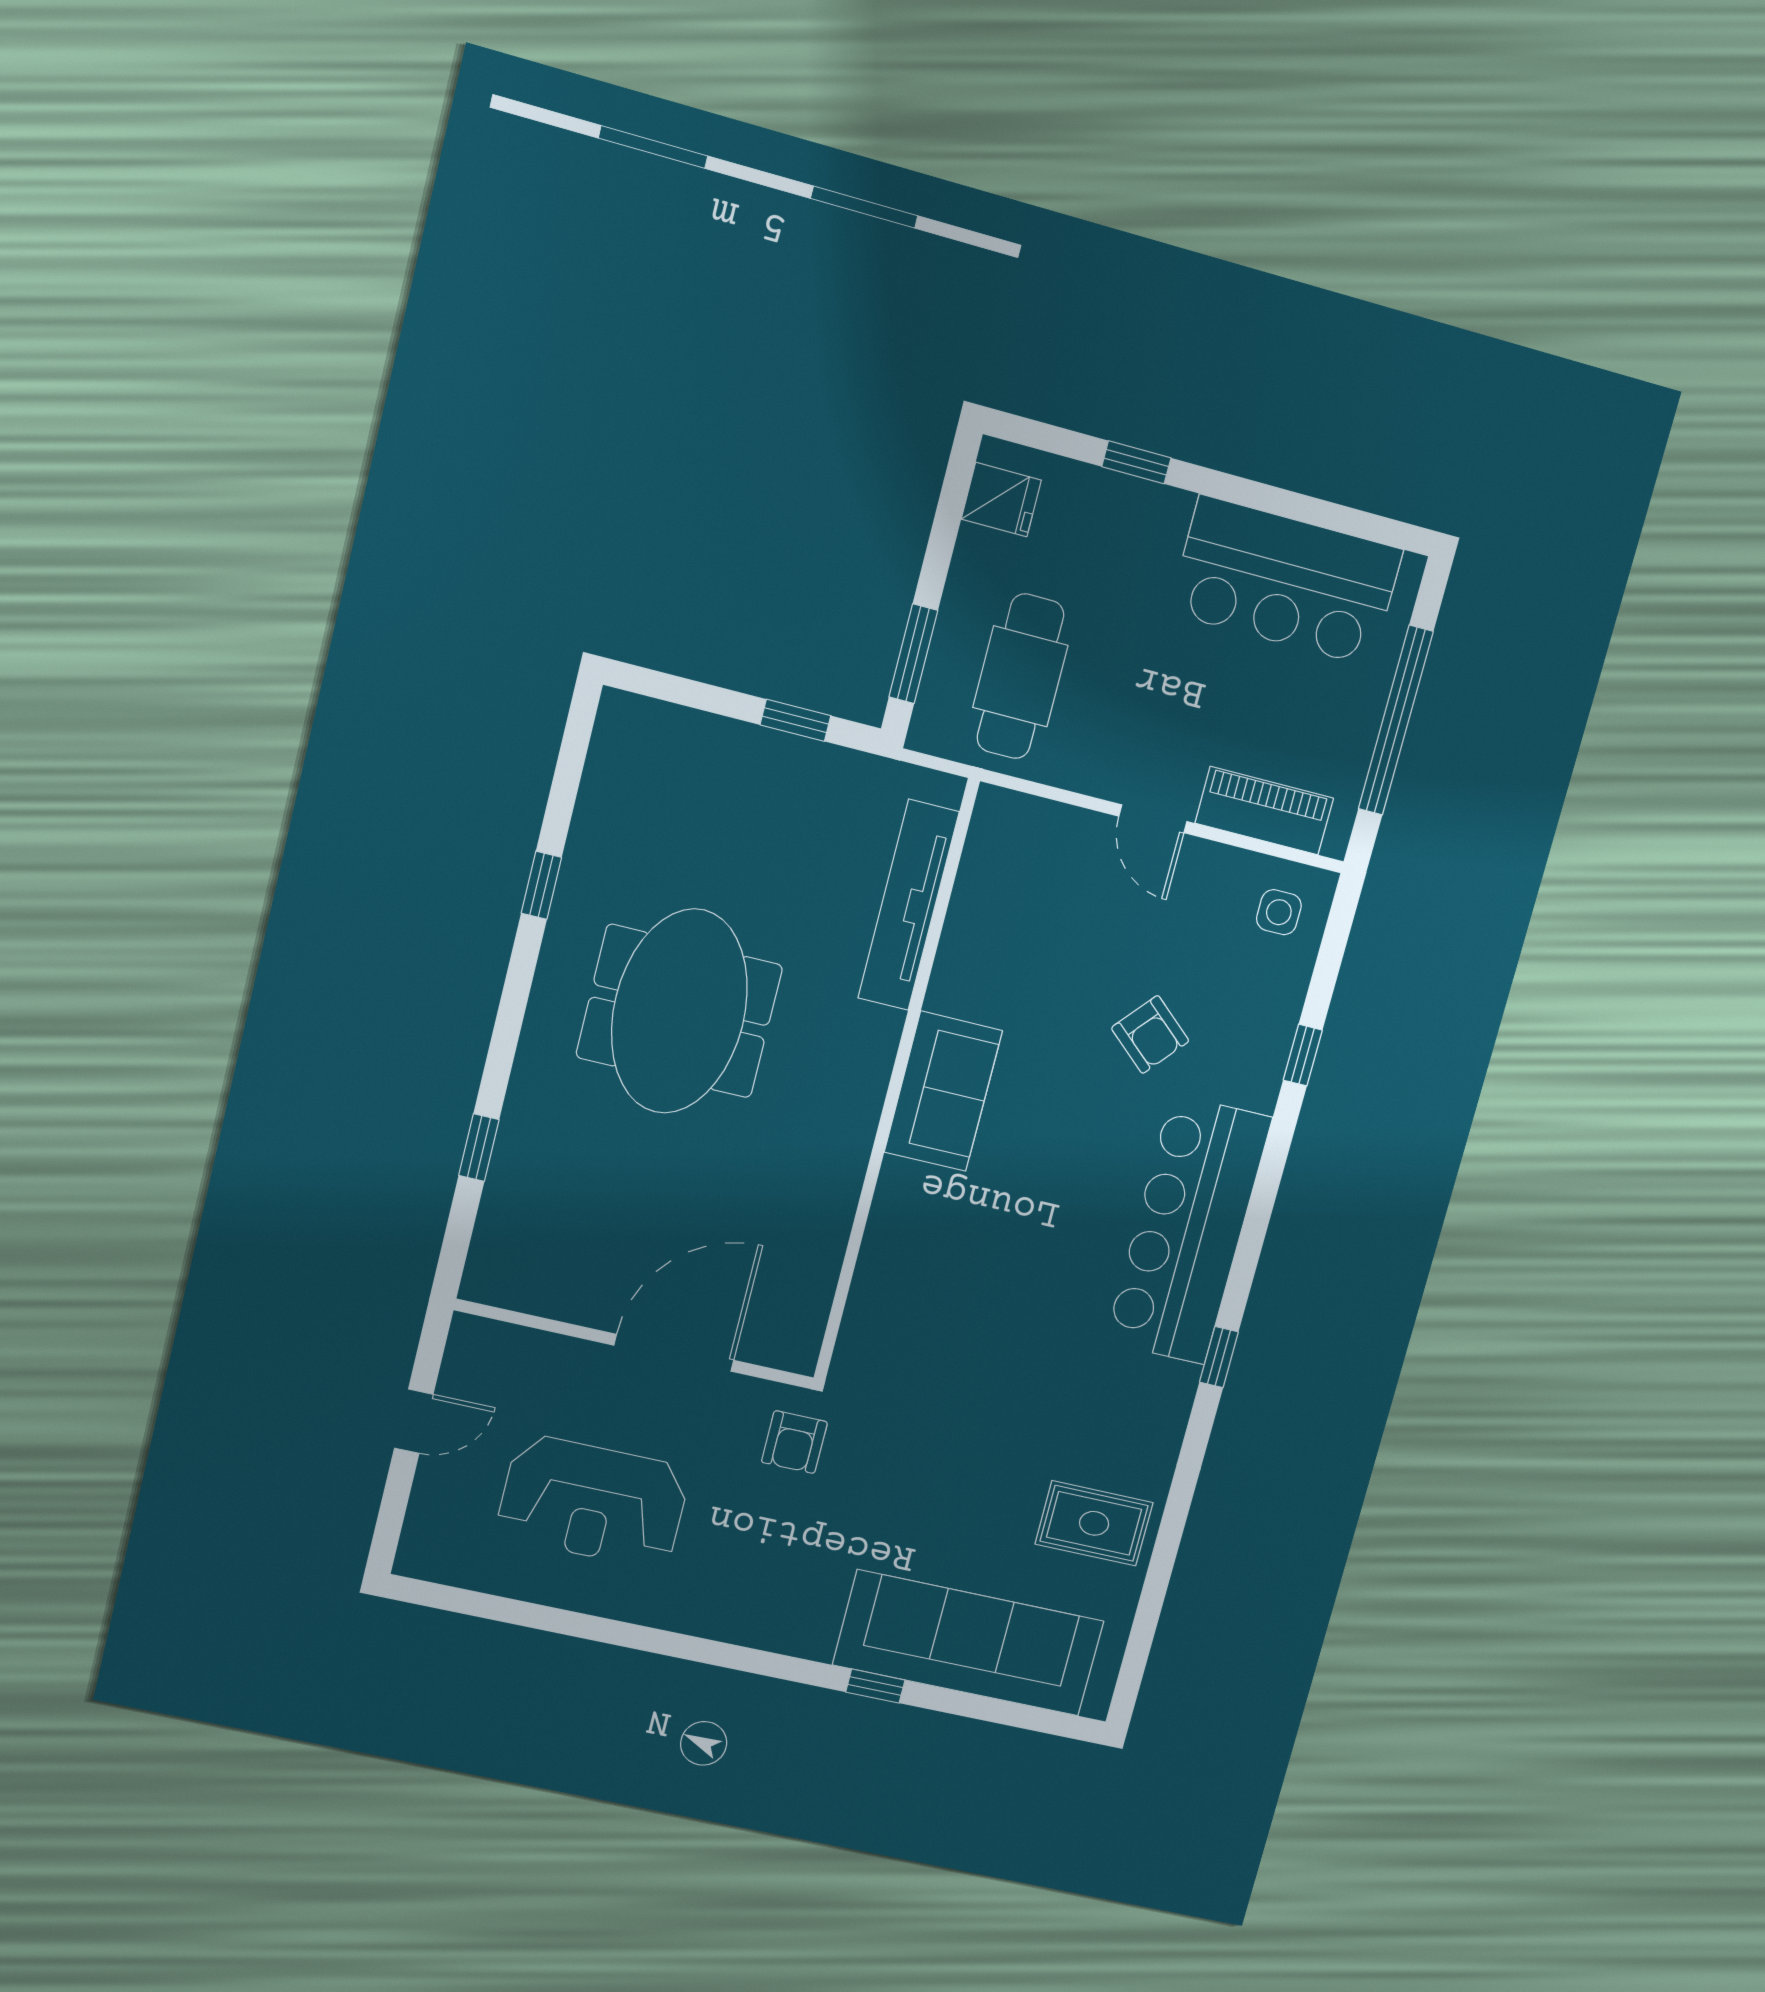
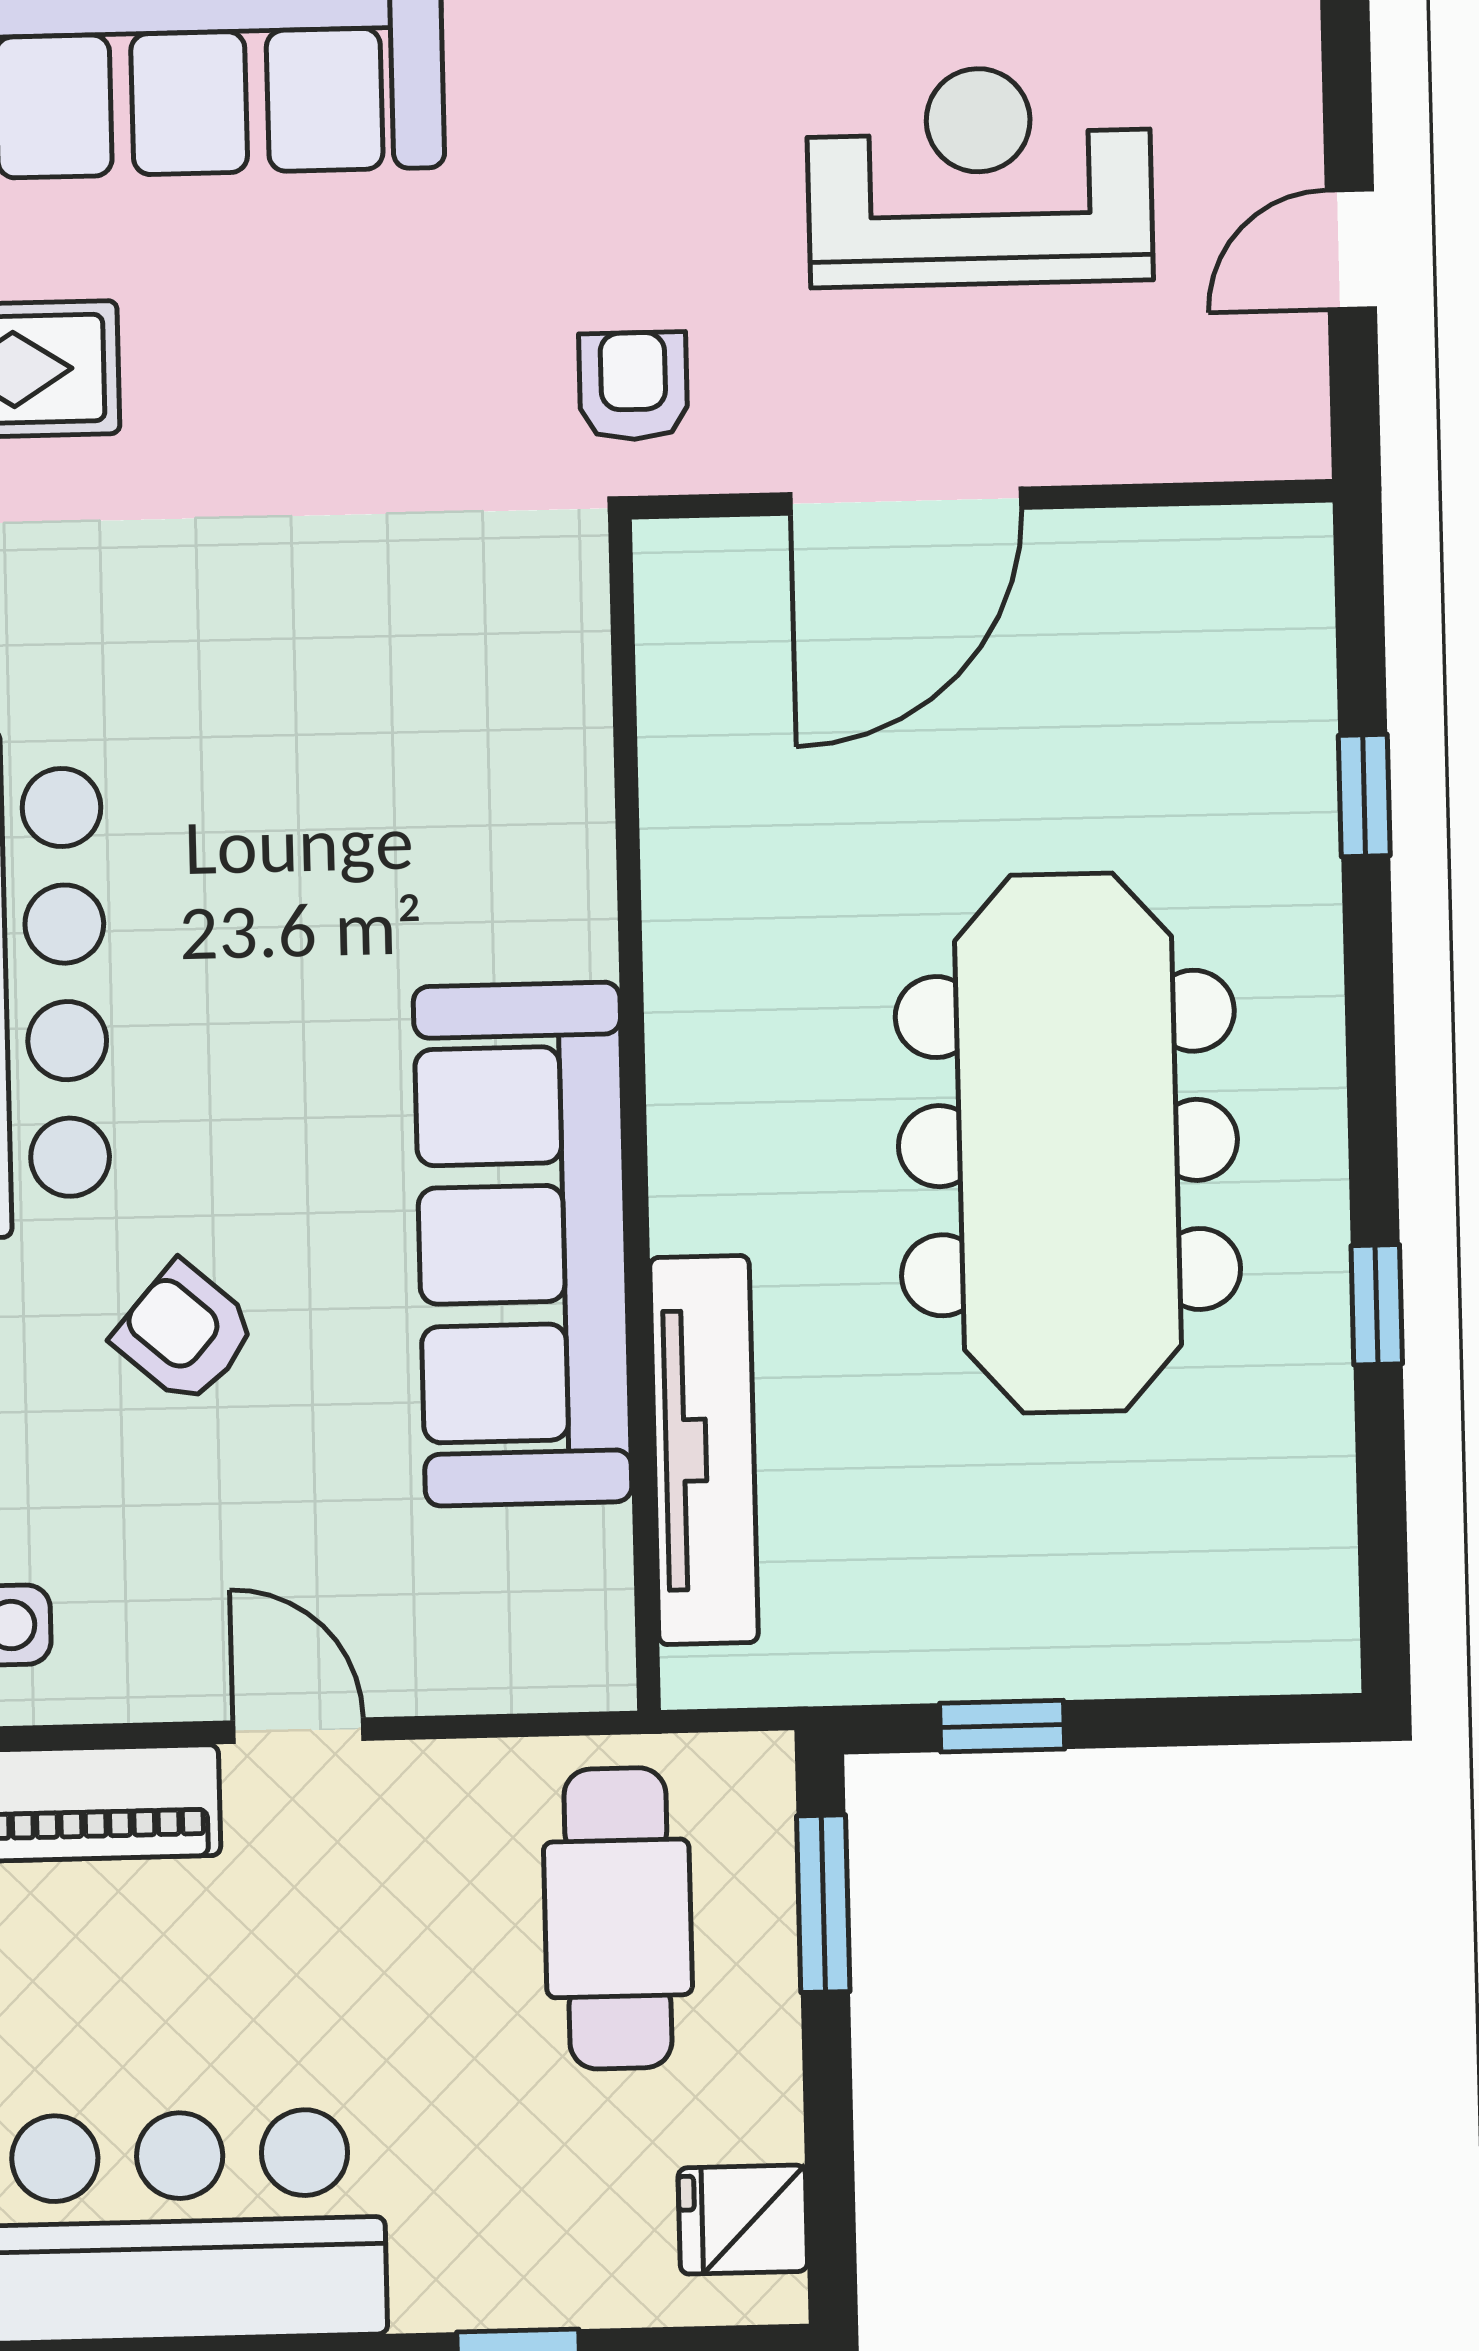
meeting table: (679, 1011) -> (1068, 1143), width x1.36
sofa: (943, 1091) -> (523, 1244), width x1.85, depth x1.27

